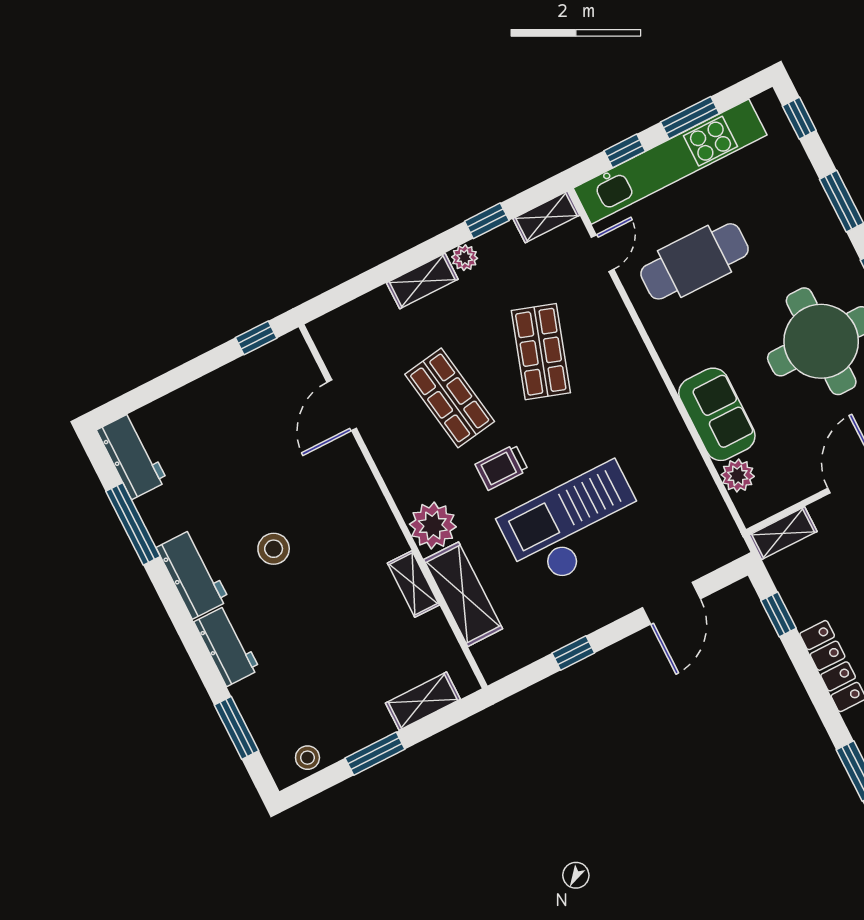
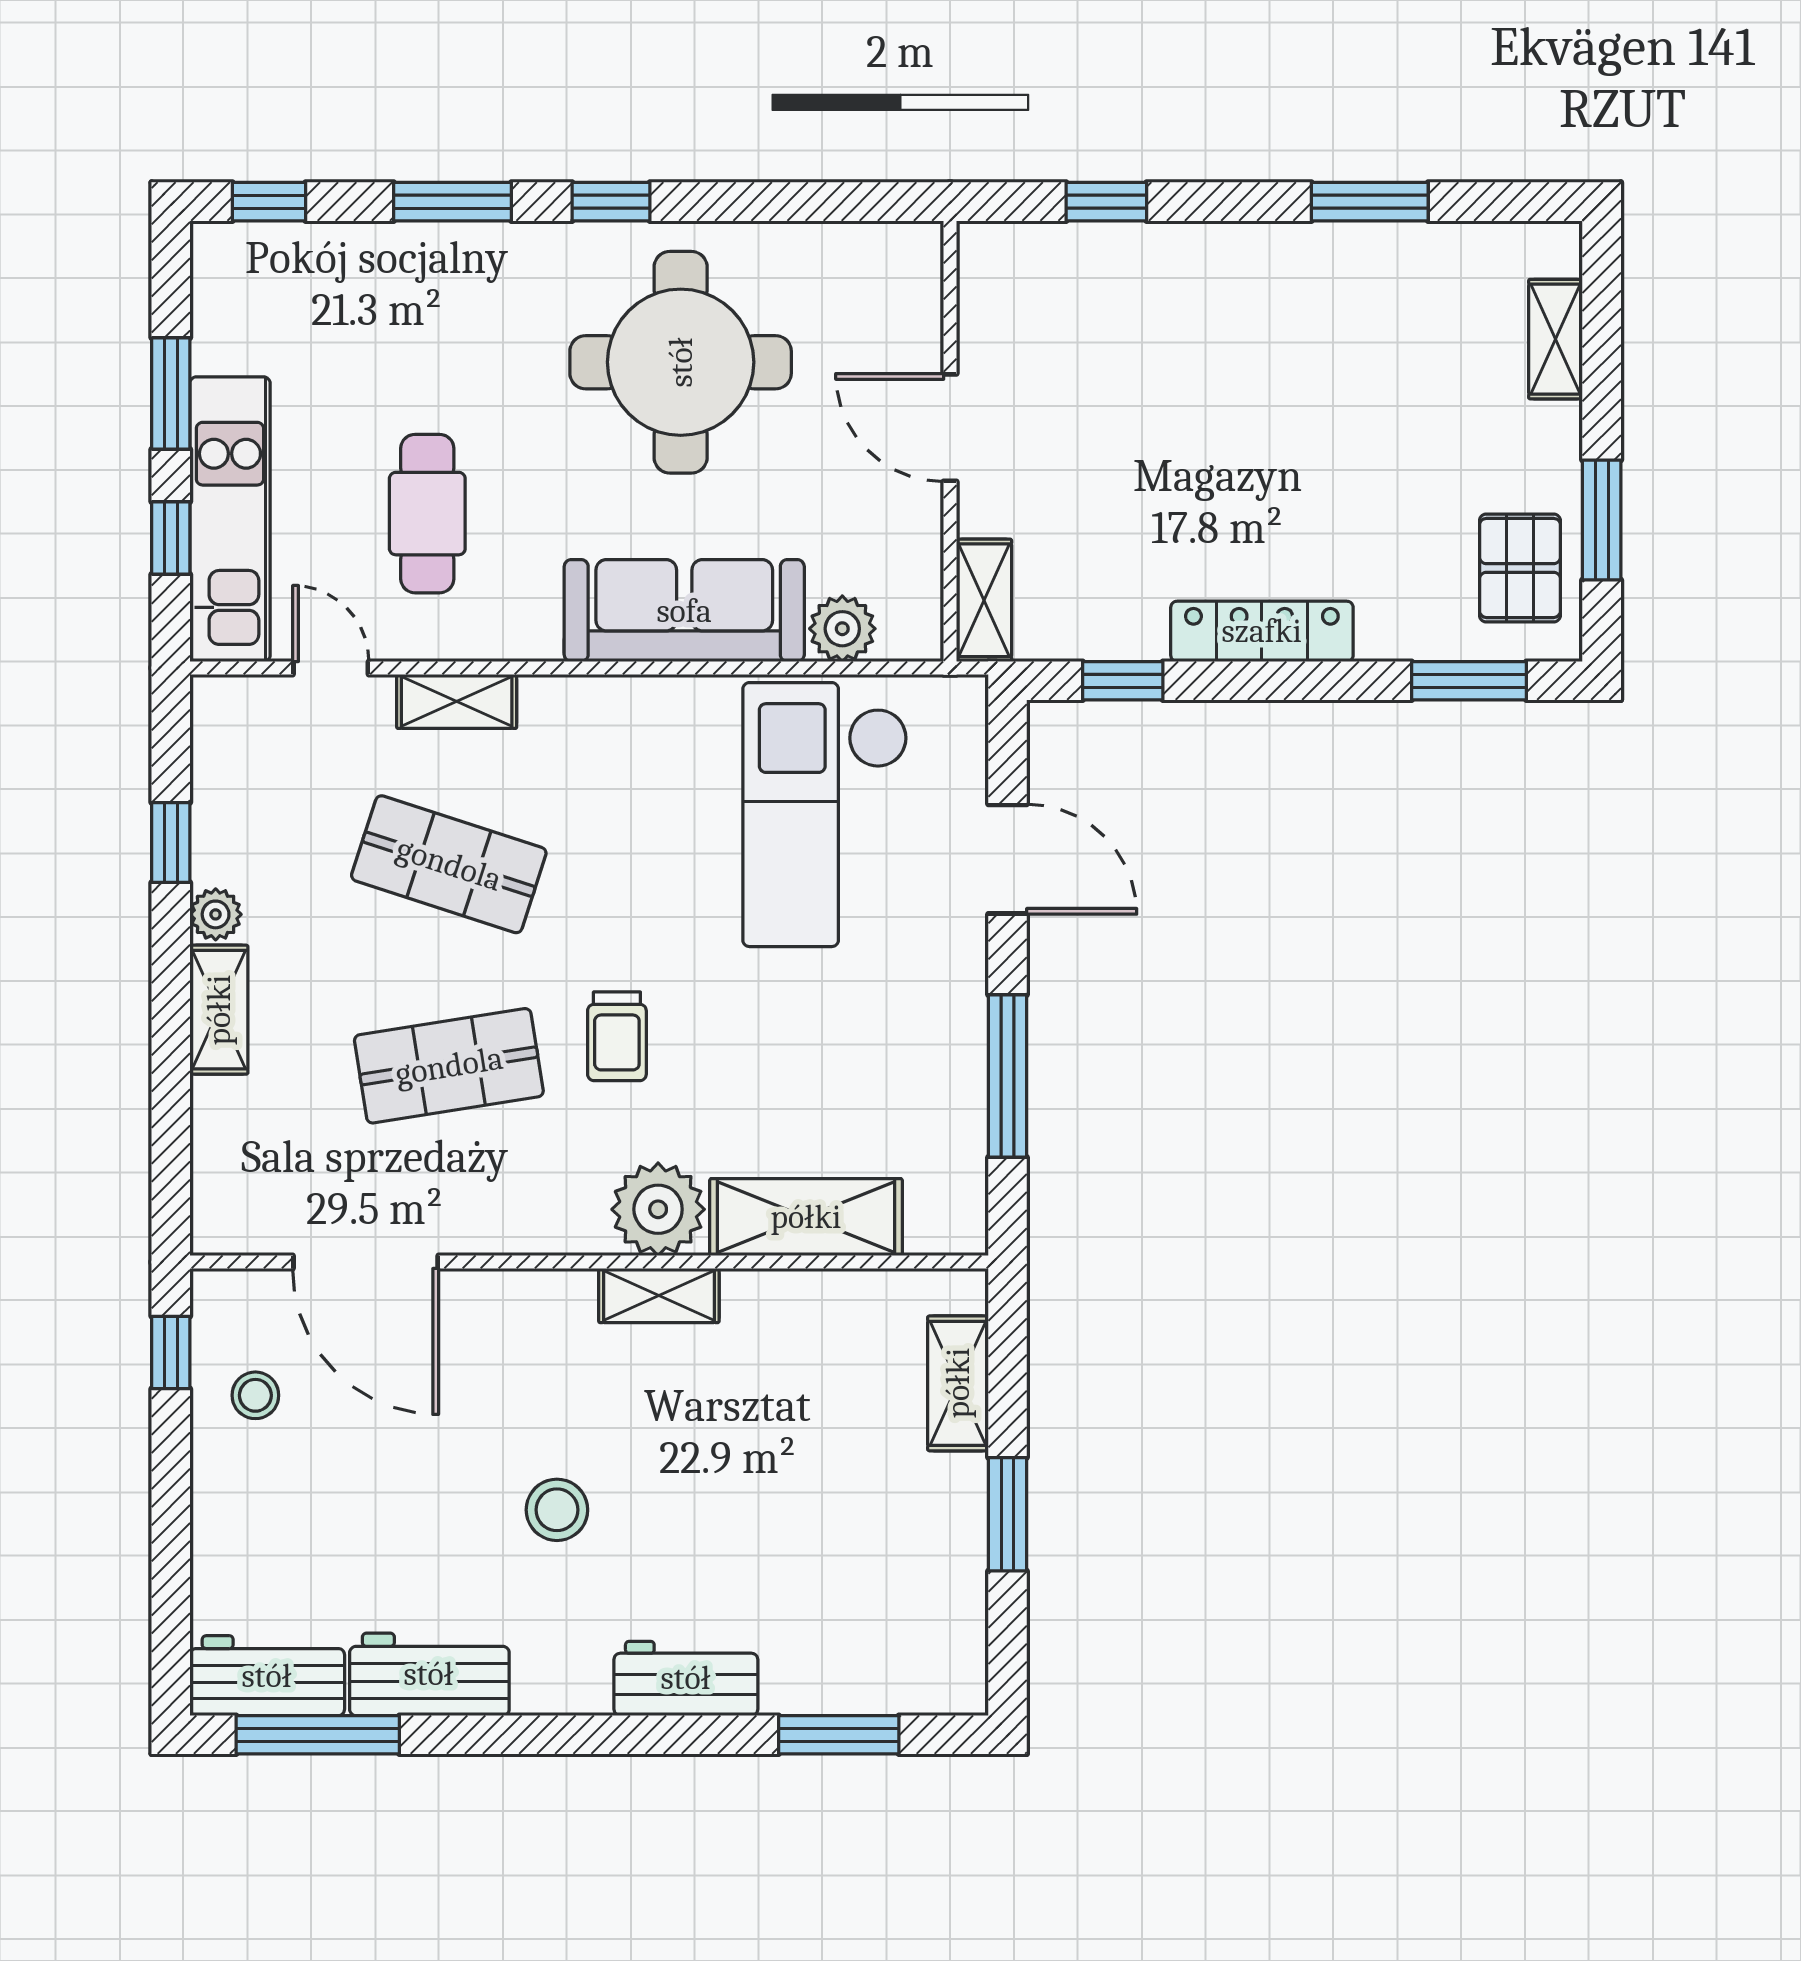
kitchen unit: (670, 162) -> (230, 519), width x0.73
shelving: (546, 217) -> (457, 701), moved, turned 90
cafe table: (695, 261) -> (427, 514), width x0.73, depth x0.74
door: (342, 405) -> (366, 1262), width x1.36
sofa: (717, 414) -> (684, 611), width x1.36
window: (133, 524) -> (318, 1735), moved
checkout: (574, 525) -> (825, 815), moved
workbench: (193, 574) -> (429, 1674), moved
shelving: (413, 584) -> (659, 1296), moved
window: (573, 653) -> (1008, 1076), width x2.17
stool: (307, 758) -> (255, 1395), moved

